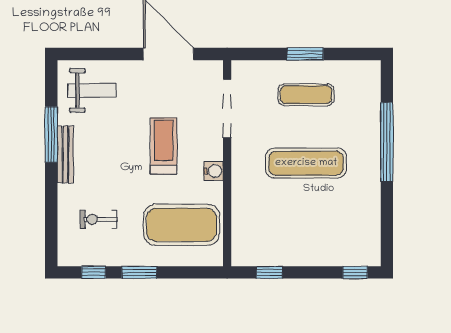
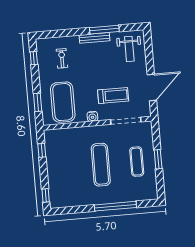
treadmill: (164, 146) -> (113, 96), moved
window: (139, 272) -> (38, 102), moved

